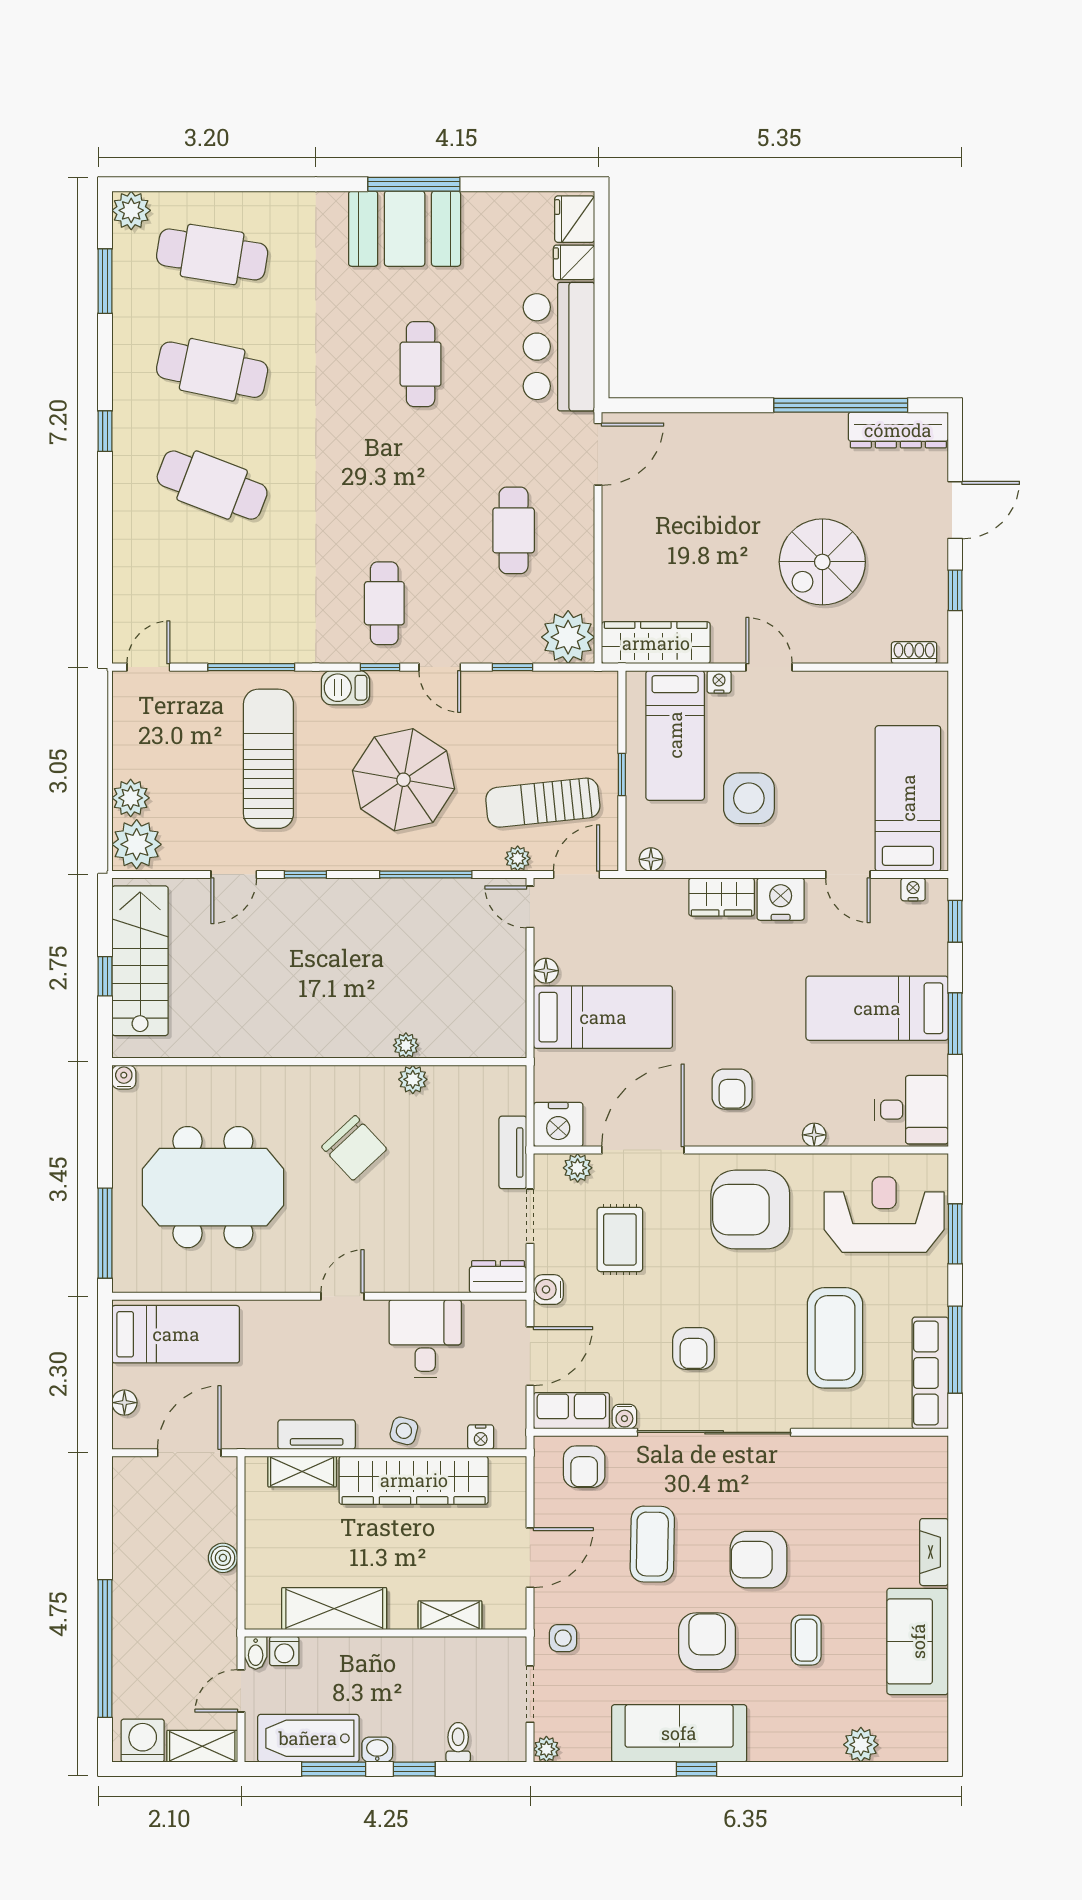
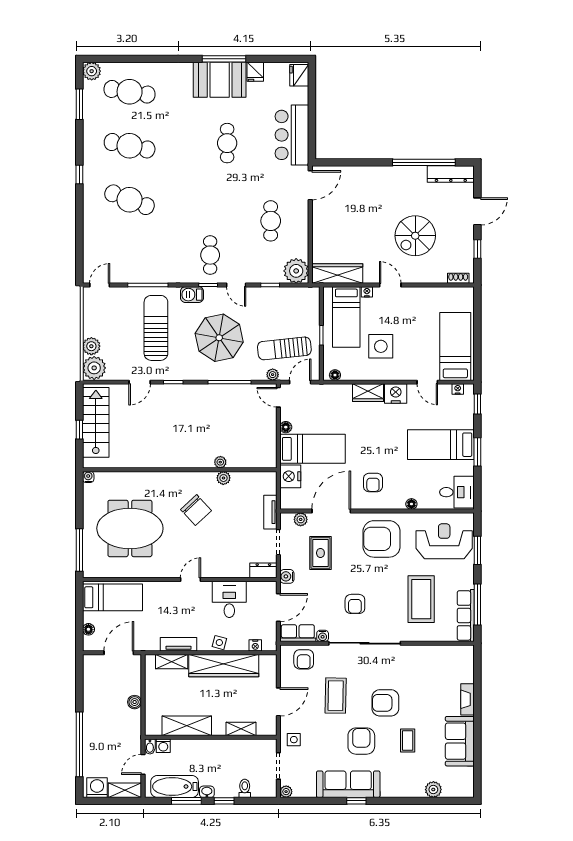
fridge: (574, 262) -> (255, 72), moved, turned -90
nightstand: (558, 1124) -> (290, 476), moved, turned 90

